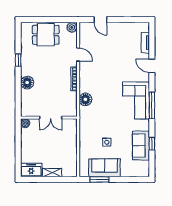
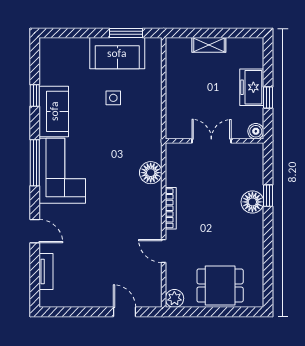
window: (18, 60) -> (268, 196), moved
window: (18, 142) -> (268, 98), added
sofa: (141, 146) -> (54, 111), moved
freezer: (31, 170) -> (252, 87), moved, turned 90

